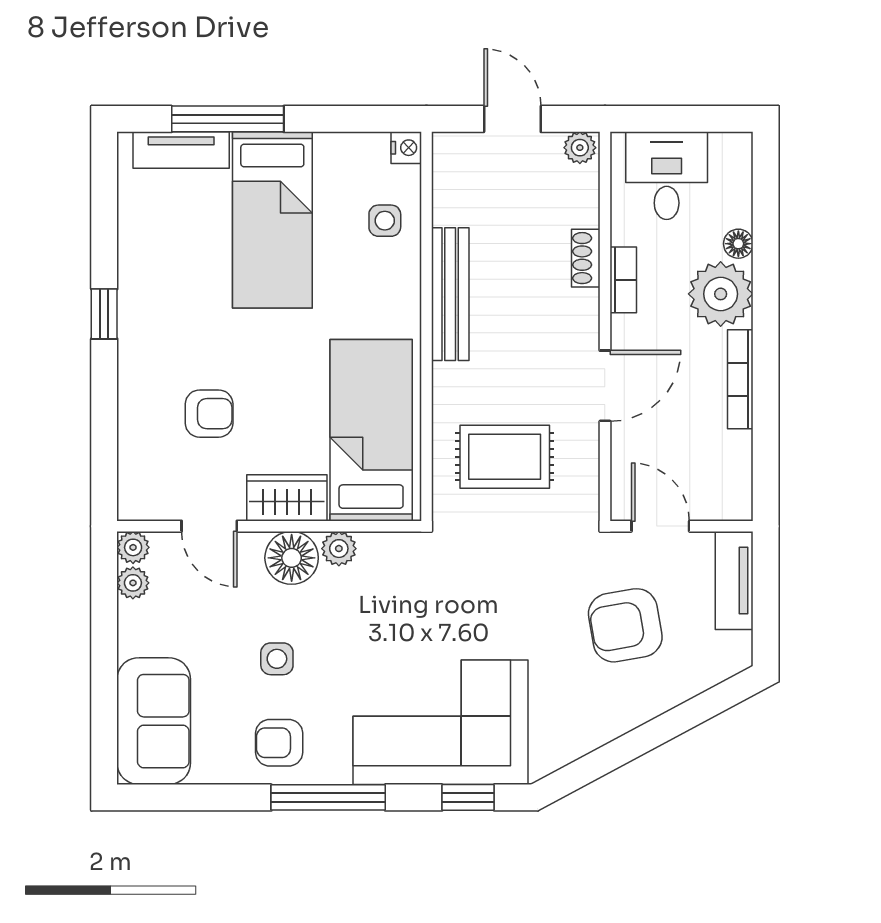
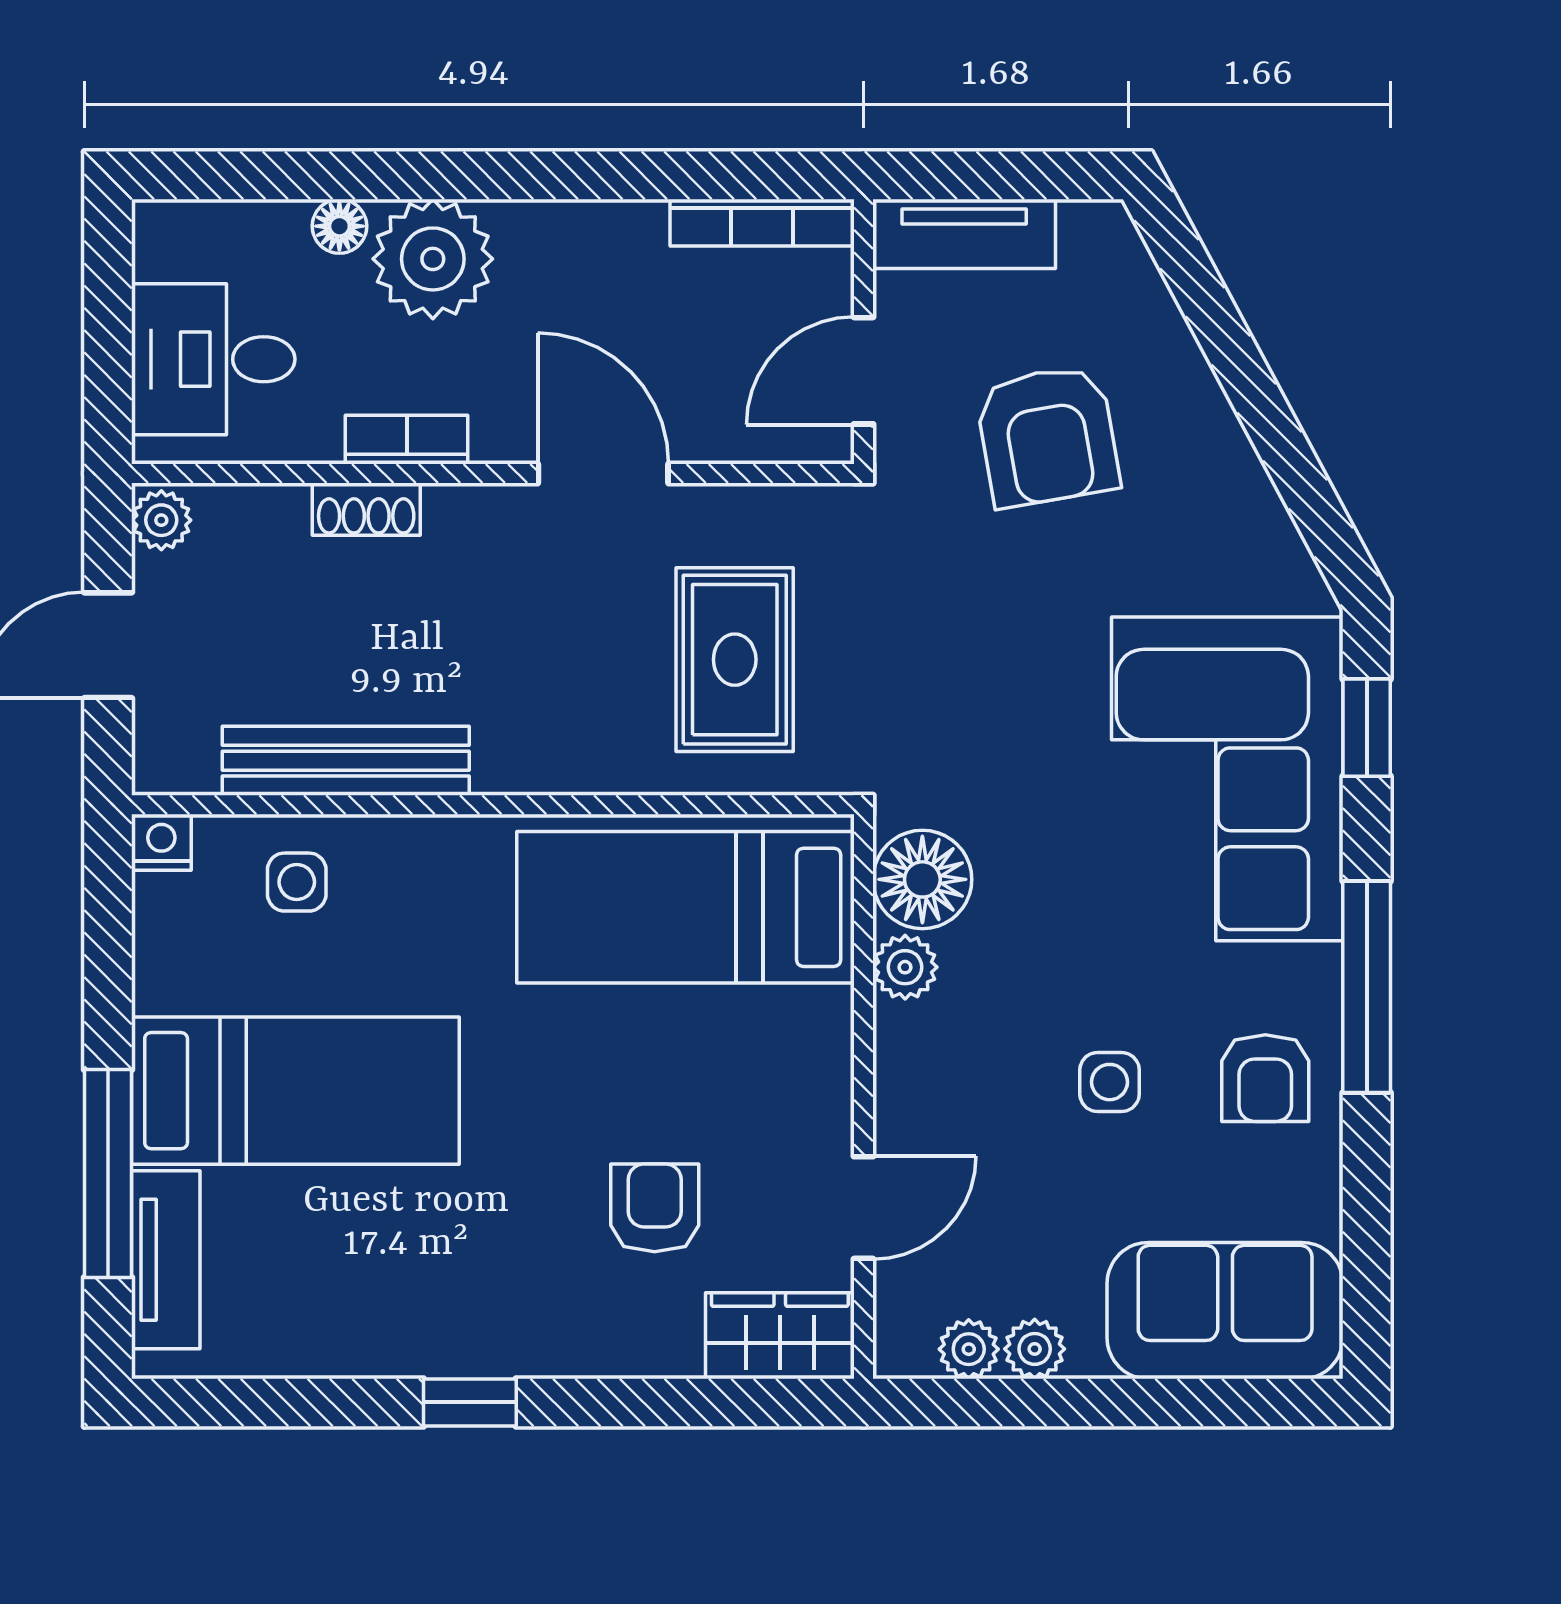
bench: (450, 294) -> (346, 761), moved
bookcase: (740, 379) -> (762, 223), moved
wardrobe: (287, 498) -> (780, 1336), moved, turned 90
plant: (133, 547) -> (1035, 1349), moved
floor lamp: (292, 558) -> (922, 879), moved

